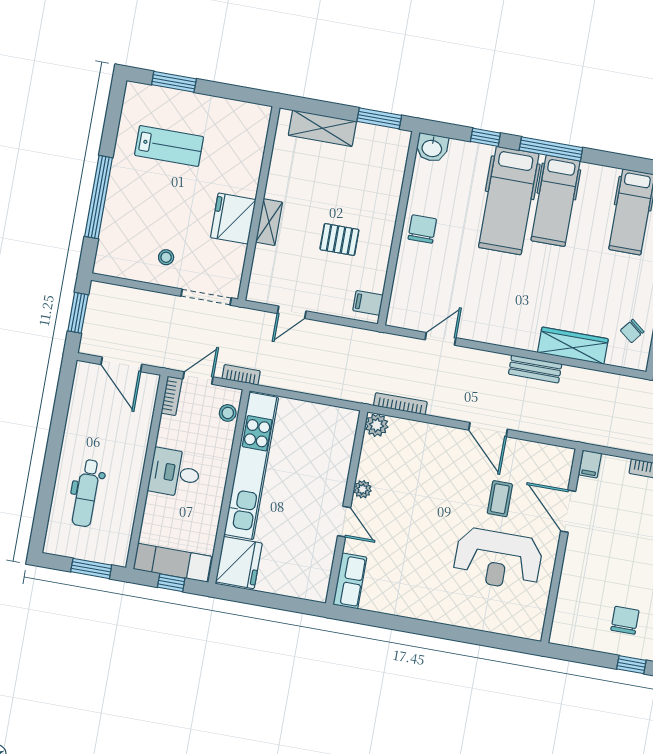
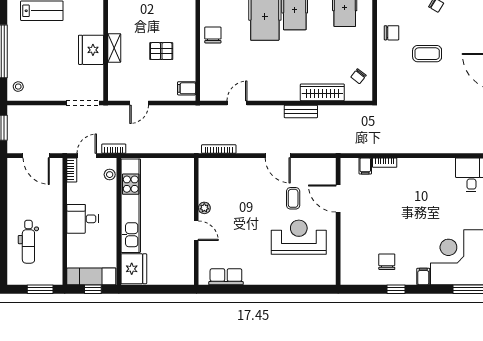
stool: (166, 257) -> (18, 87), moved
plant: (377, 425) -> (206, 165), removed
filing cabinet: (590, 464) -> (365, 166), moved
reception desk: (498, 559) -> (299, 237), turned 180
row of seats: (350, 581) -> (226, 277), moved, turned -90

